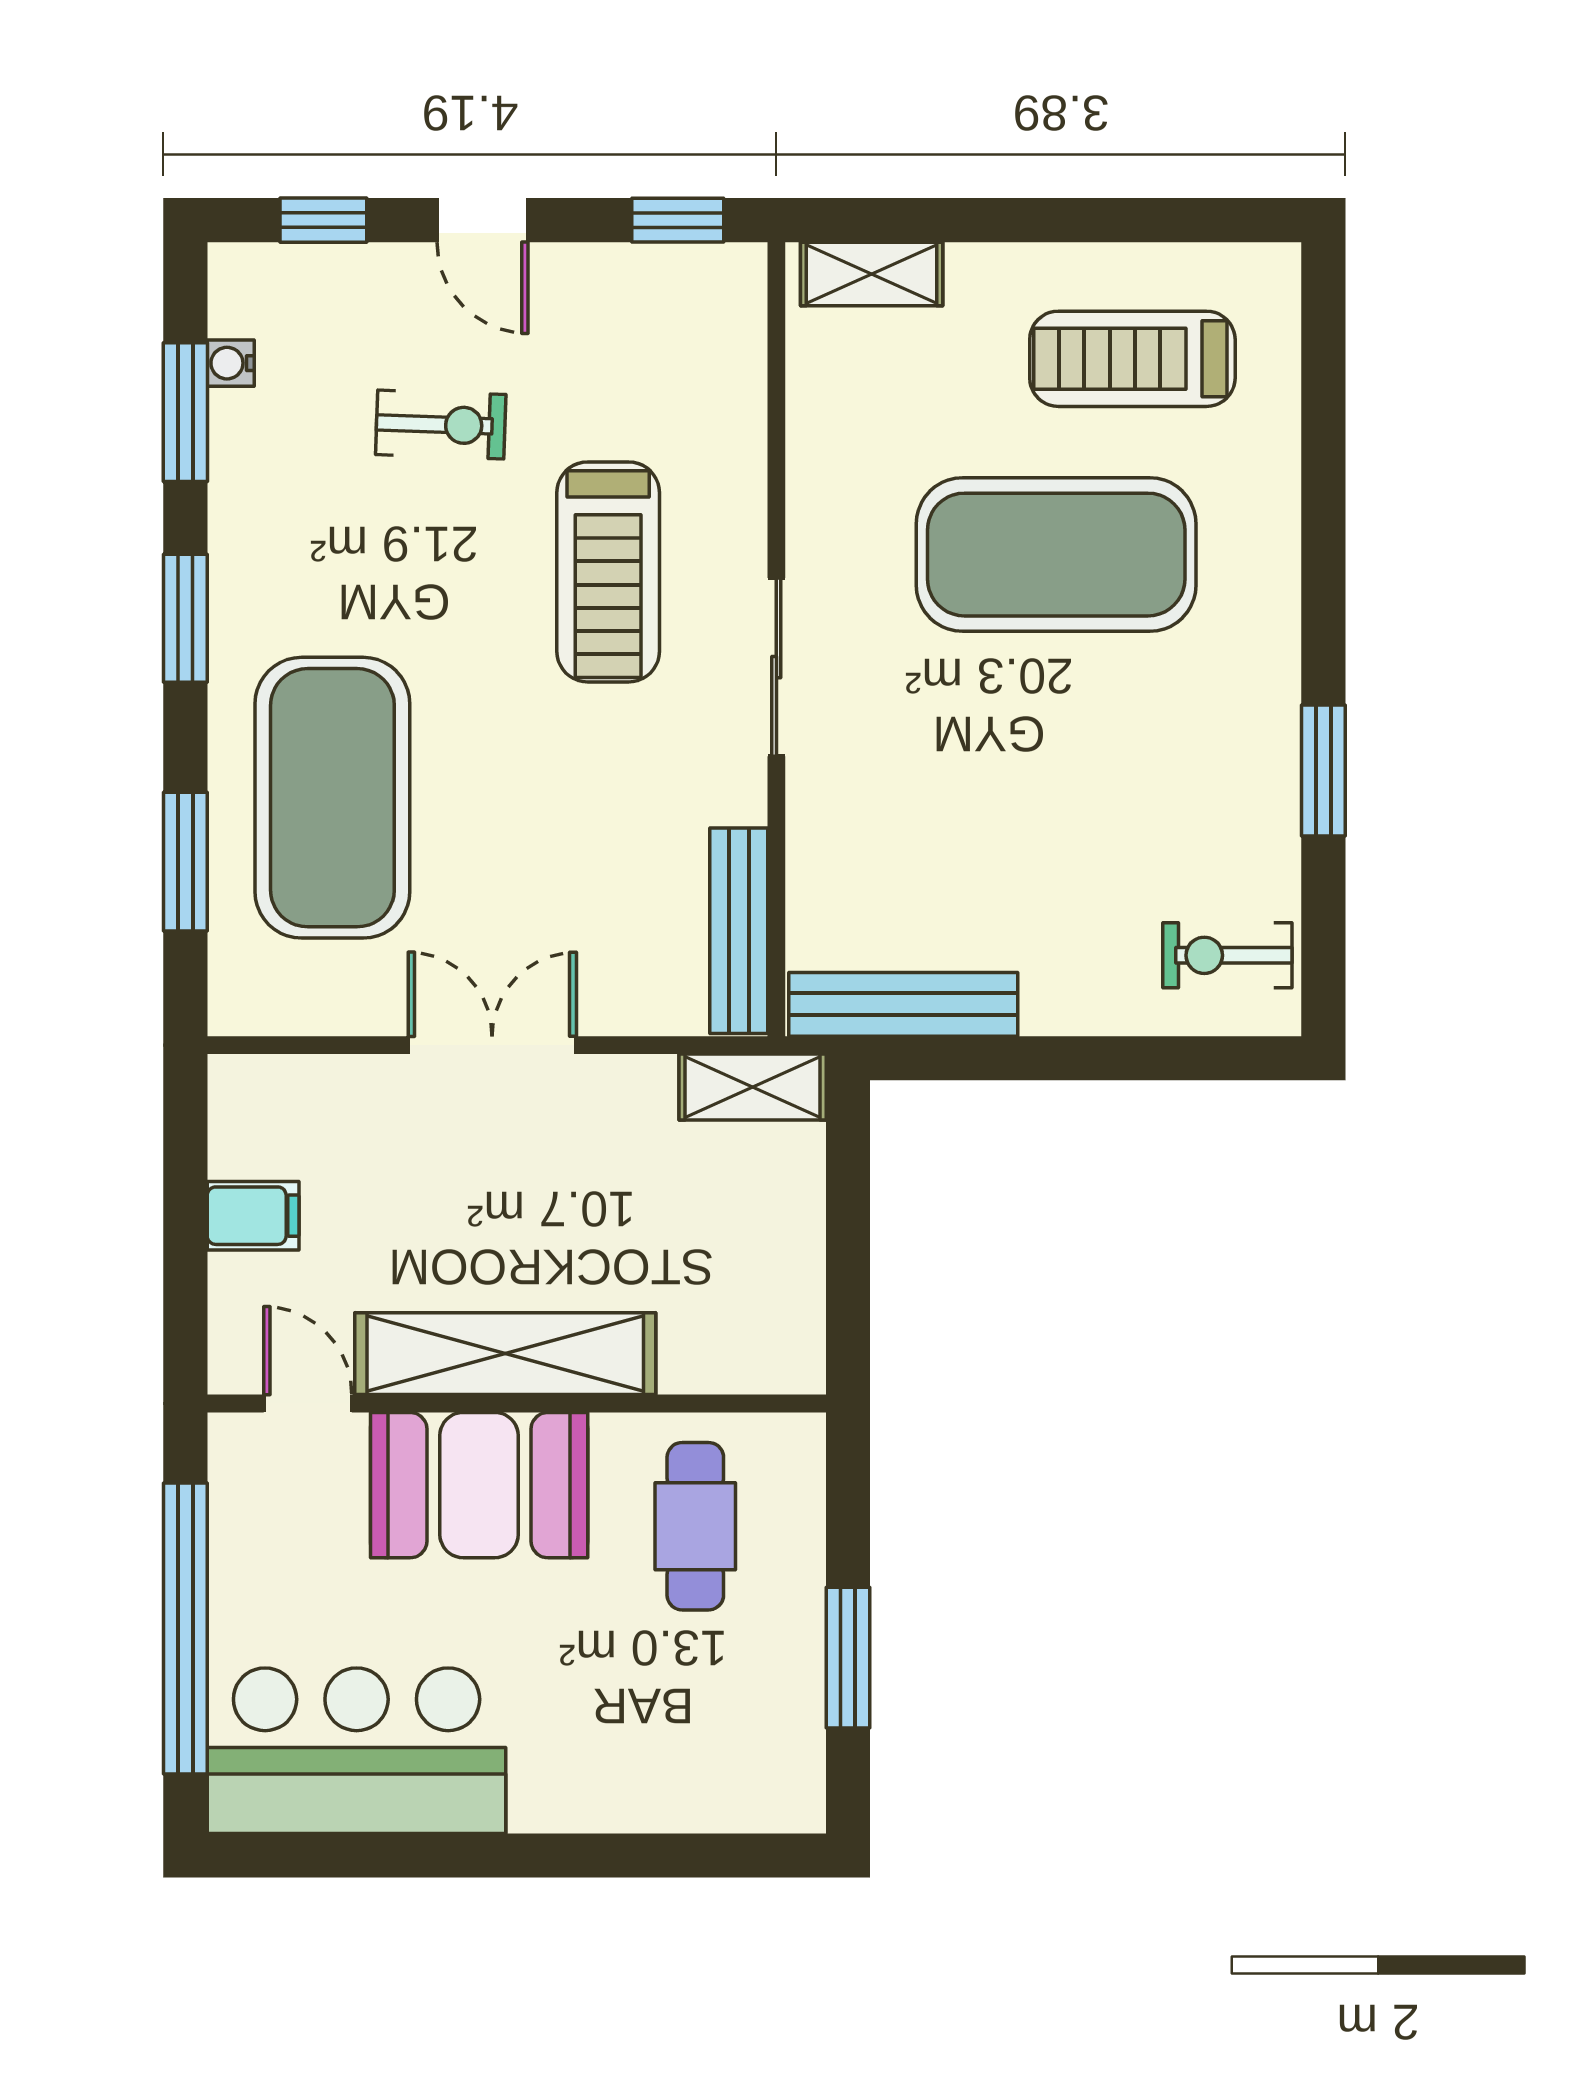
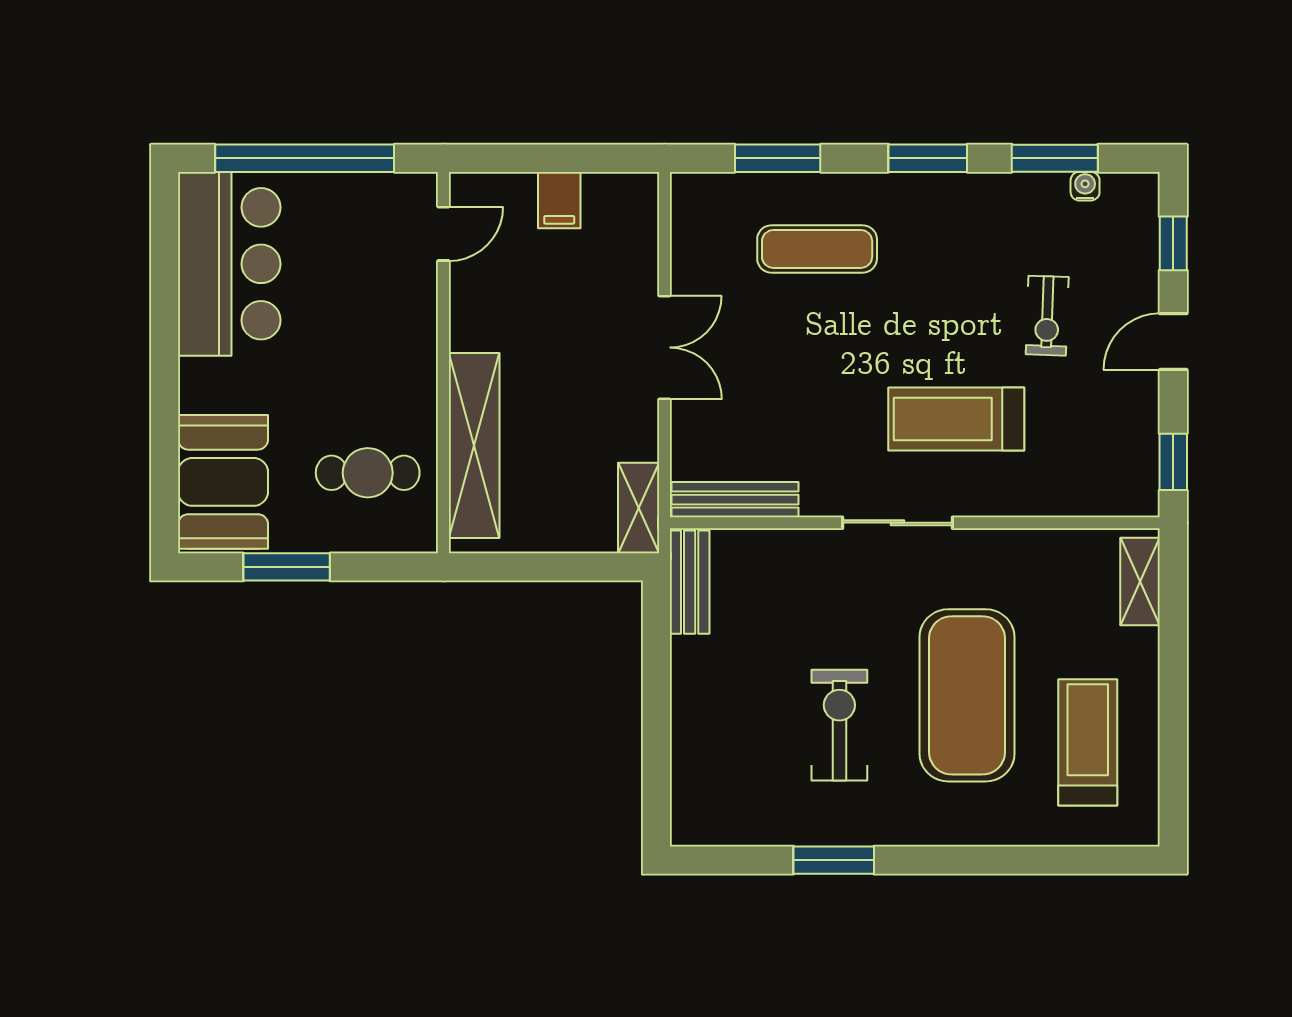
exercise mat: (332, 798) -> (817, 249), width x0.50, depth x0.69
exercise bike: (1227, 955) -> (839, 725), moved, width x1.38, depth x1.39
bench: (903, 1004) -> (690, 582), width x0.73
shelving: (505, 1354) -> (474, 446), moved
booth: (479, 1485) -> (223, 482), moved

